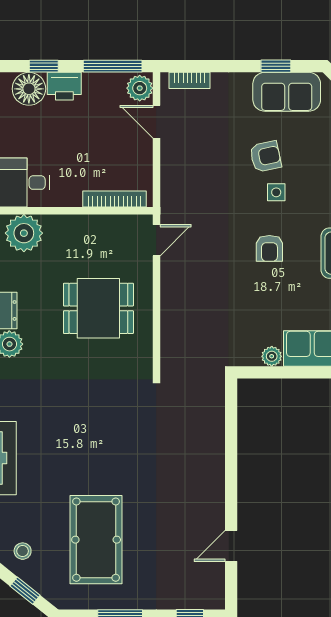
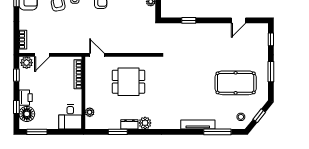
window: (113, 66) -> (16, 75), width x0.46
plant: (24, 233) -> (90, 112), width x0.53, depth x0.53
dining table: (98, 308) -> (128, 82), turned 90
window: (231, 438) -> (189, 20), added
door: (231, 546) -> (238, 20), hinge flipped

